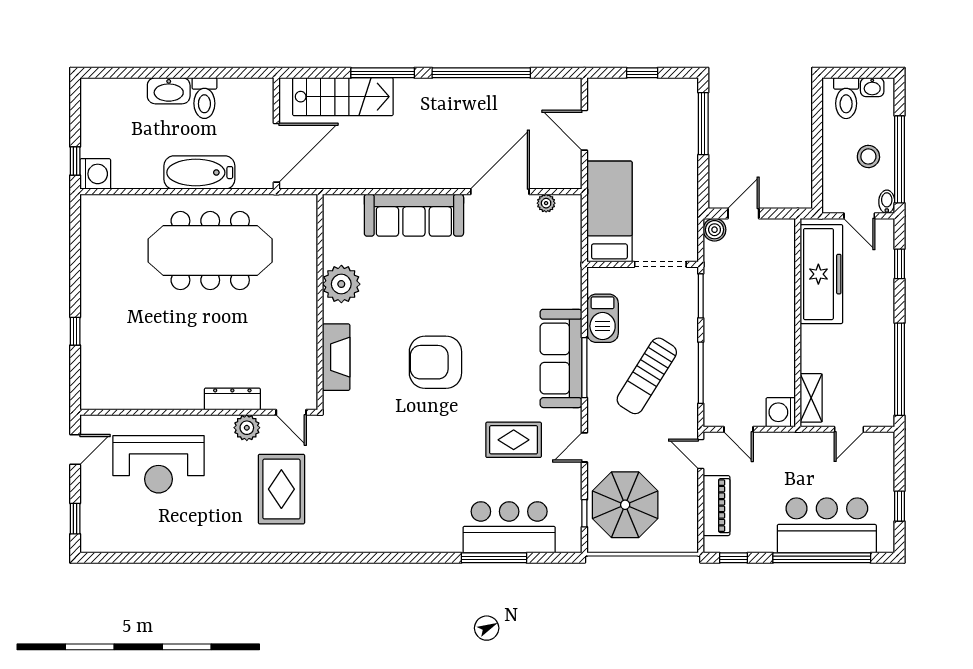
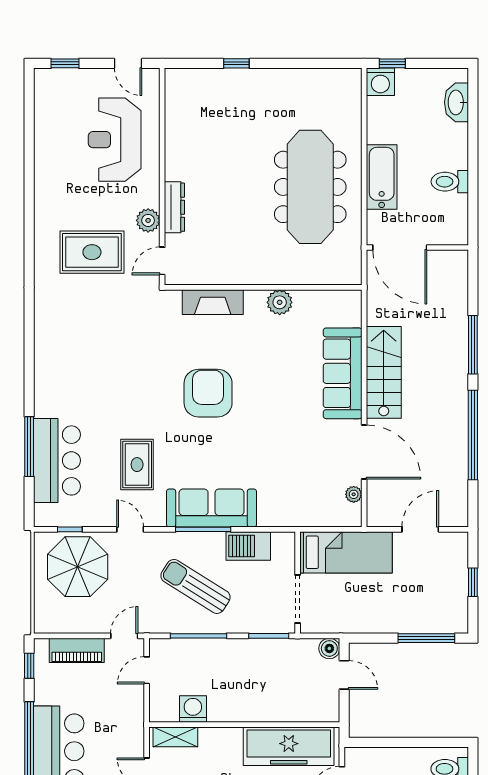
washbasin: (169, 91) -> (457, 102), moved
stairs: (343, 97) -> (384, 372), moved, turned 180
plant: (341, 284) -> (280, 302), width x0.73, depth x0.73
washing machine: (781, 412) -> (193, 709), moved

